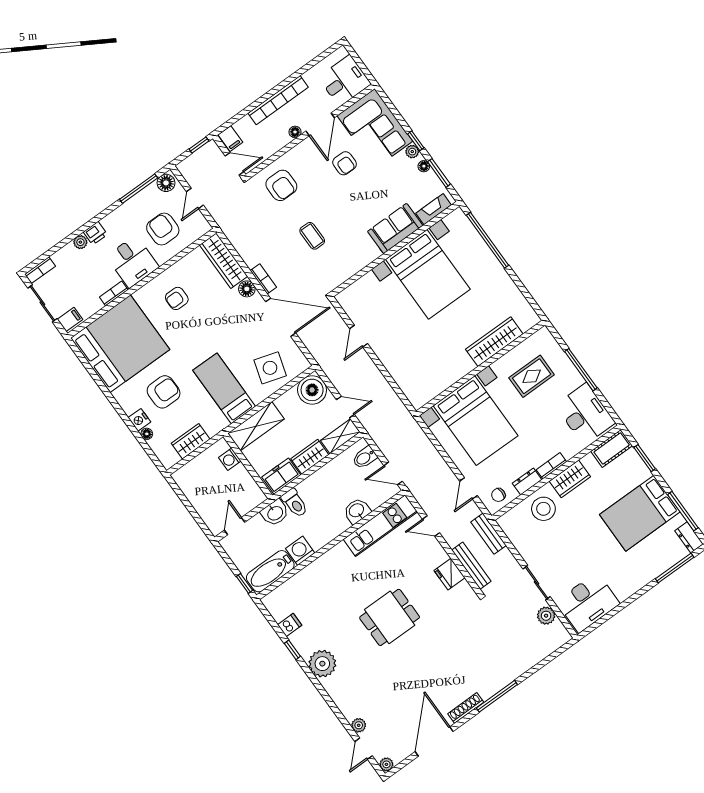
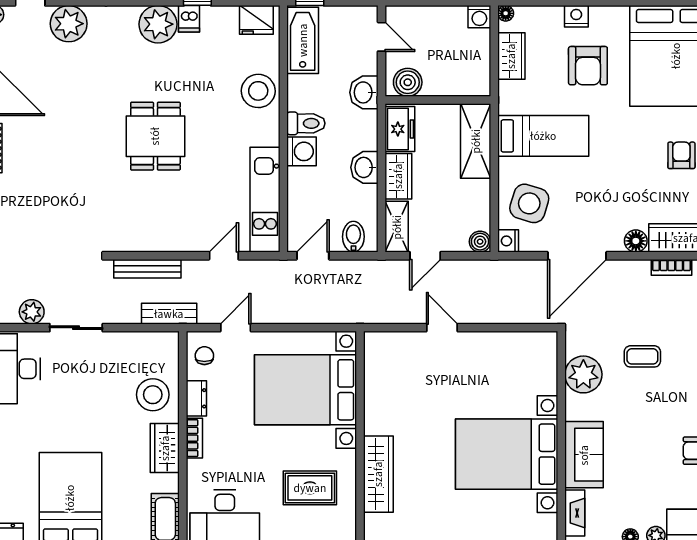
plant: (348, 263) -> (583, 374), added
bookcase: (263, 279) -> (671, 267), moved
door: (359, 336) -> (442, 328), moved
nightstand: (301, 364) -> (508, 241), added
rug: (532, 376) -> (310, 488), turned 90
boiler: (312, 390) -> (480, 242), width x0.54, depth x0.54
floor lamp: (147, 434) -> (506, 13), moved
washing machine: (230, 459) -> (479, 17), moved, turned 180
door: (469, 488) -> (236, 328), hinge flipped
boiler: (250, 491) -> (408, 82), added
toilet: (295, 503) -> (306, 123), moved, turned 180
washbasin: (357, 511) -> (364, 167), moved, turned 180
washing machine: (300, 551) -> (302, 151), moved
fridge: (450, 574) -> (256, 20), moved, turned 180
stool: (319, 576) -> (258, 91), added
dishwasher: (290, 625) -> (189, 19), moved
plant: (359, 725) -> (69, 24), width x1.88, depth x1.88

